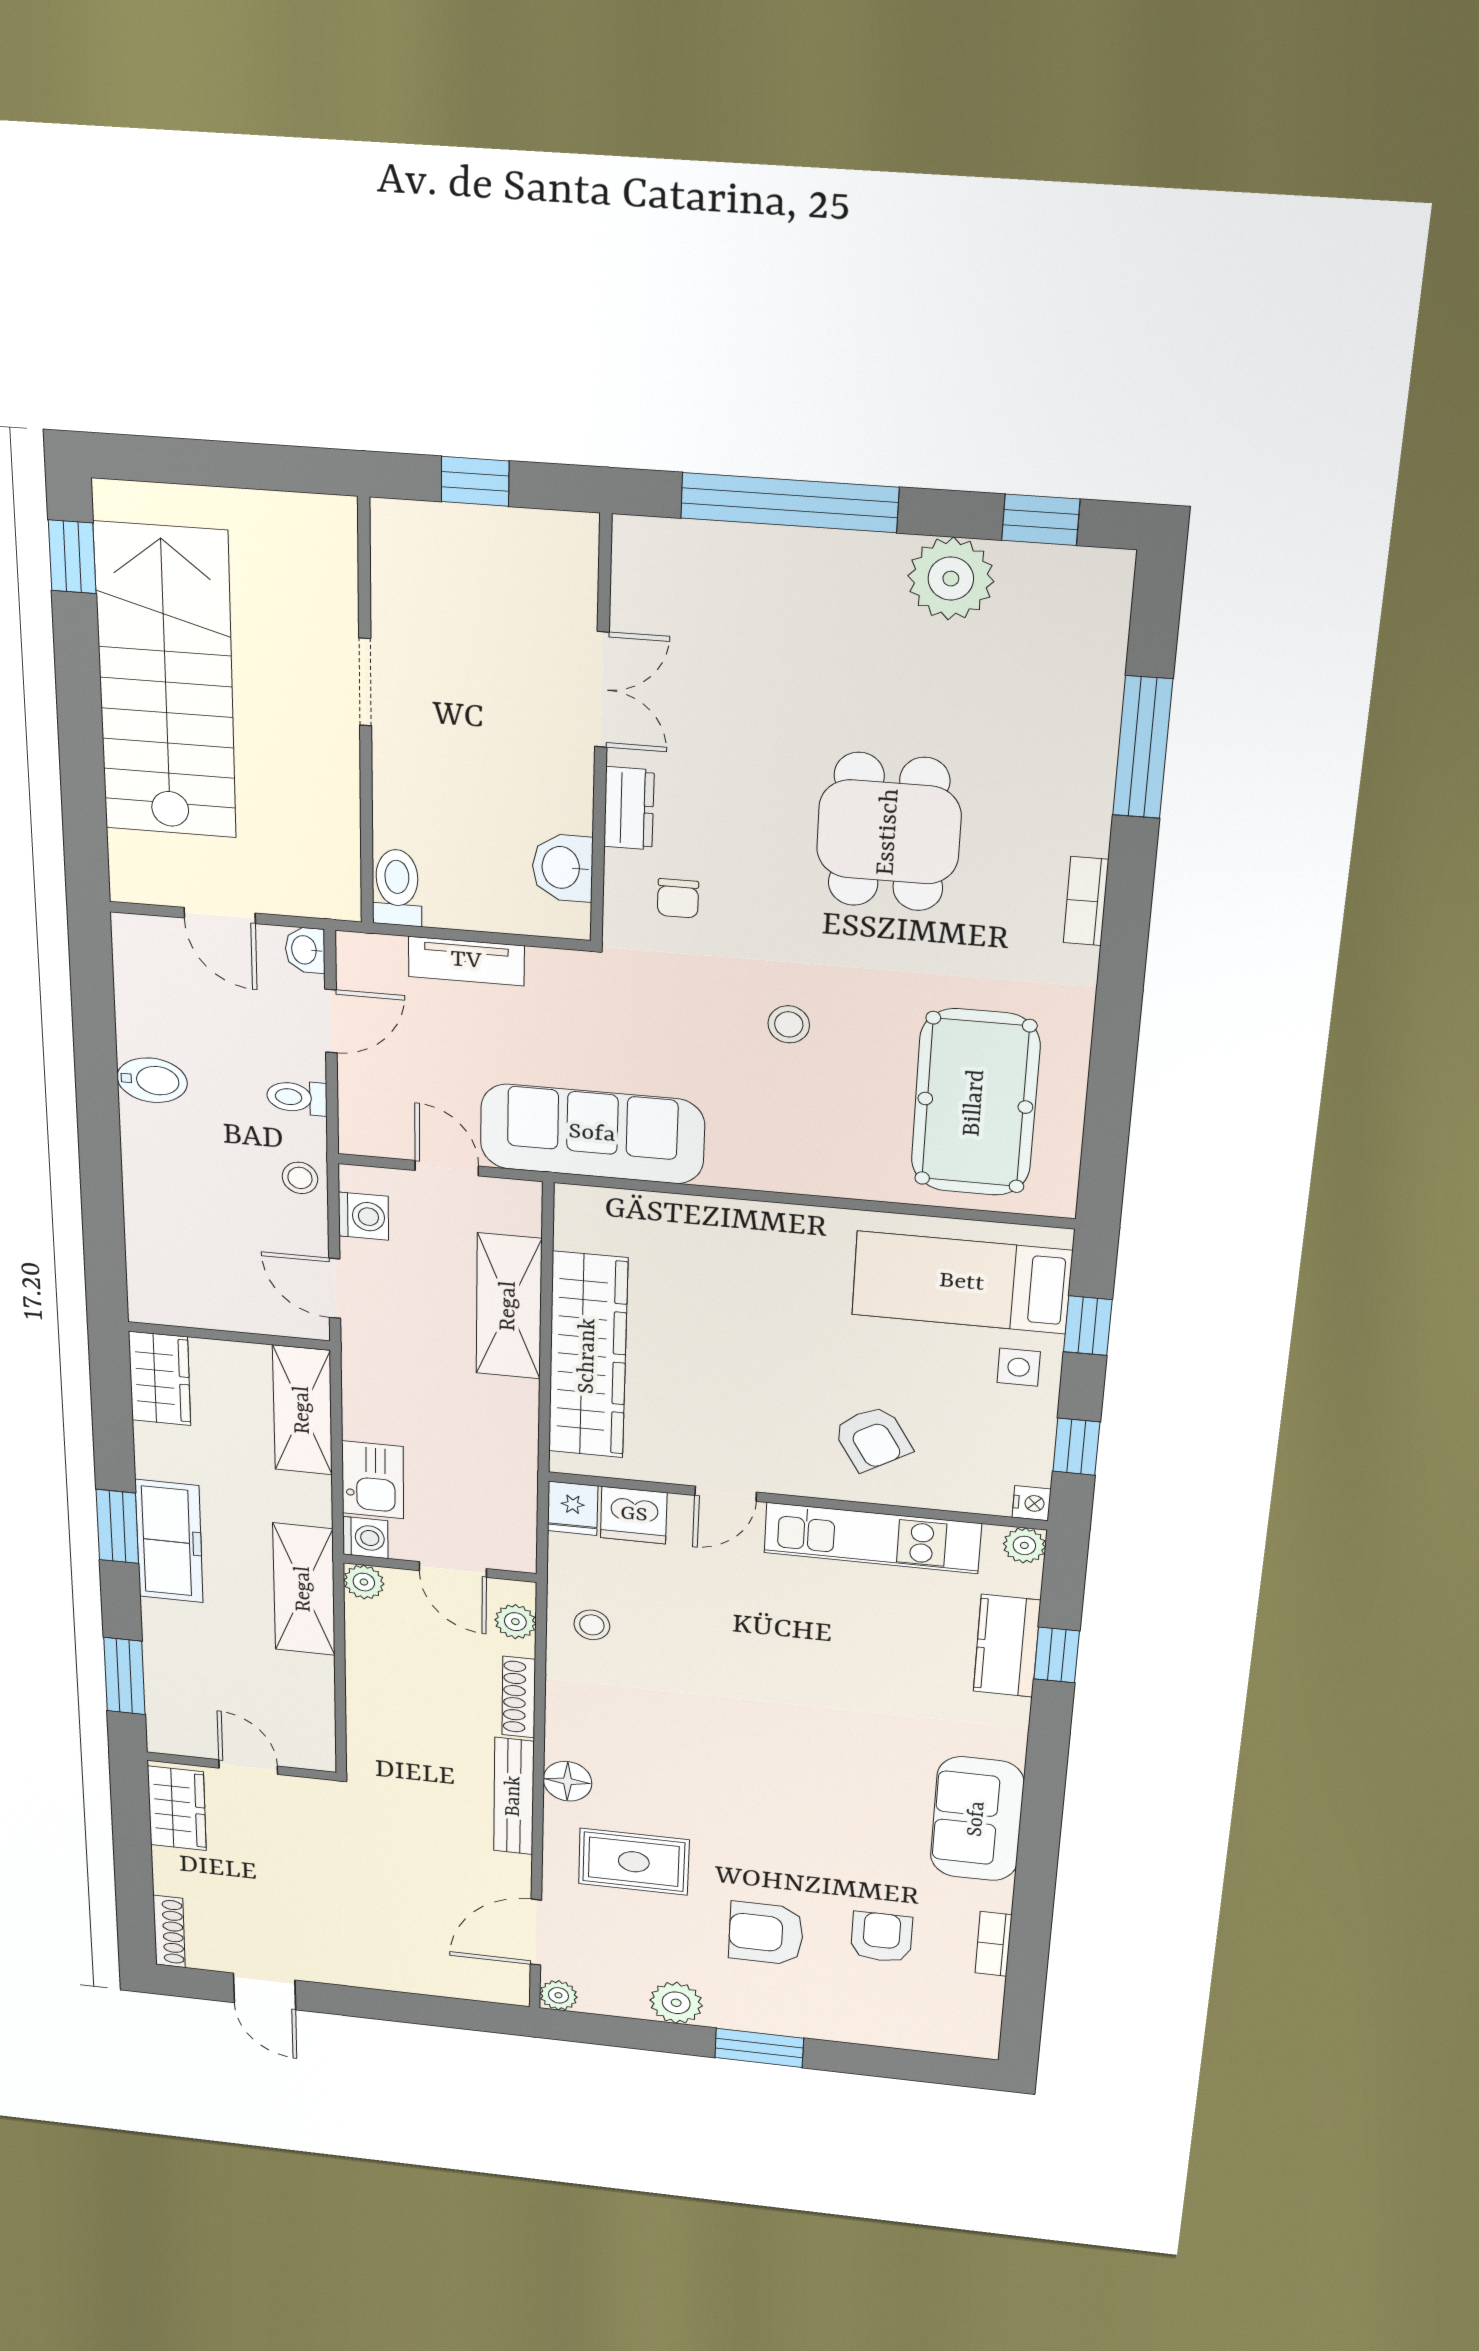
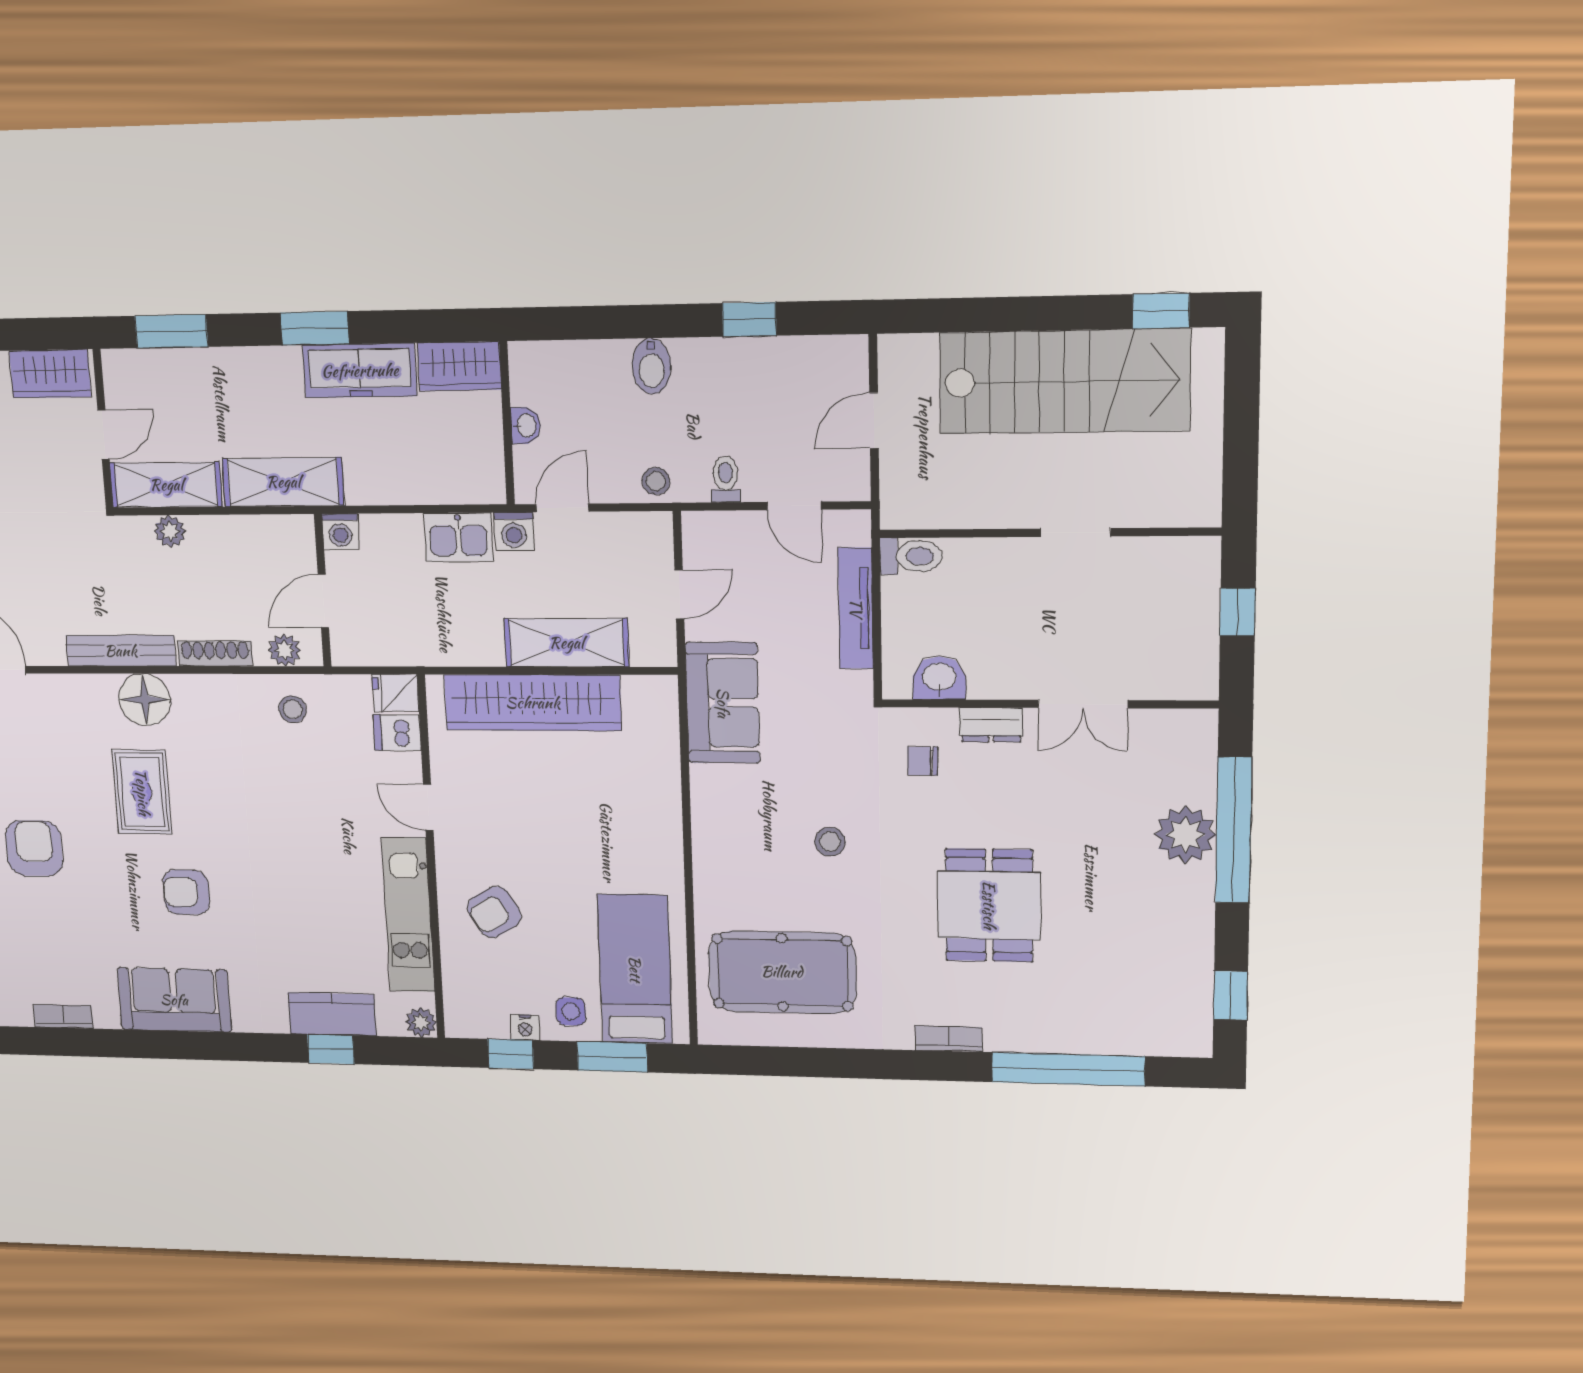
plant: (951, 579) -> (1185, 835), moved
window: (1143, 747) -> (1068, 1069), width x1.46
dining table: (889, 832) -> (989, 905), turned 90
washbasin: (305, 950) -> (526, 426), moved, turned 90
tv unit: (466, 961) -> (856, 608), width x1.41
window: (95, 1048) -> (749, 319), added
bidet: (152, 1080) -> (652, 366), moved
sofa: (592, 1134) -> (723, 703), width x0.73
washing machine: (363, 1216) -> (514, 531), moved
window: (1088, 1326) -> (612, 1057), width x1.50
shelving: (303, 1410) -> (166, 485), moved
kitchen sink: (373, 1480) -> (458, 537), moved
nightstand: (1032, 1503) -> (525, 1027), moved
dishwasher: (634, 1515) -> (397, 733), width x0.73
freezer: (169, 1541) -> (360, 371), moved
plant: (364, 1582) -> (170, 531), moved
floor lamp: (567, 1781) -> (145, 700), width x1.38, depth x1.38
rug: (634, 1862) -> (142, 792), moved
armchair: (881, 1937) -> (186, 892), moved, turned 180

